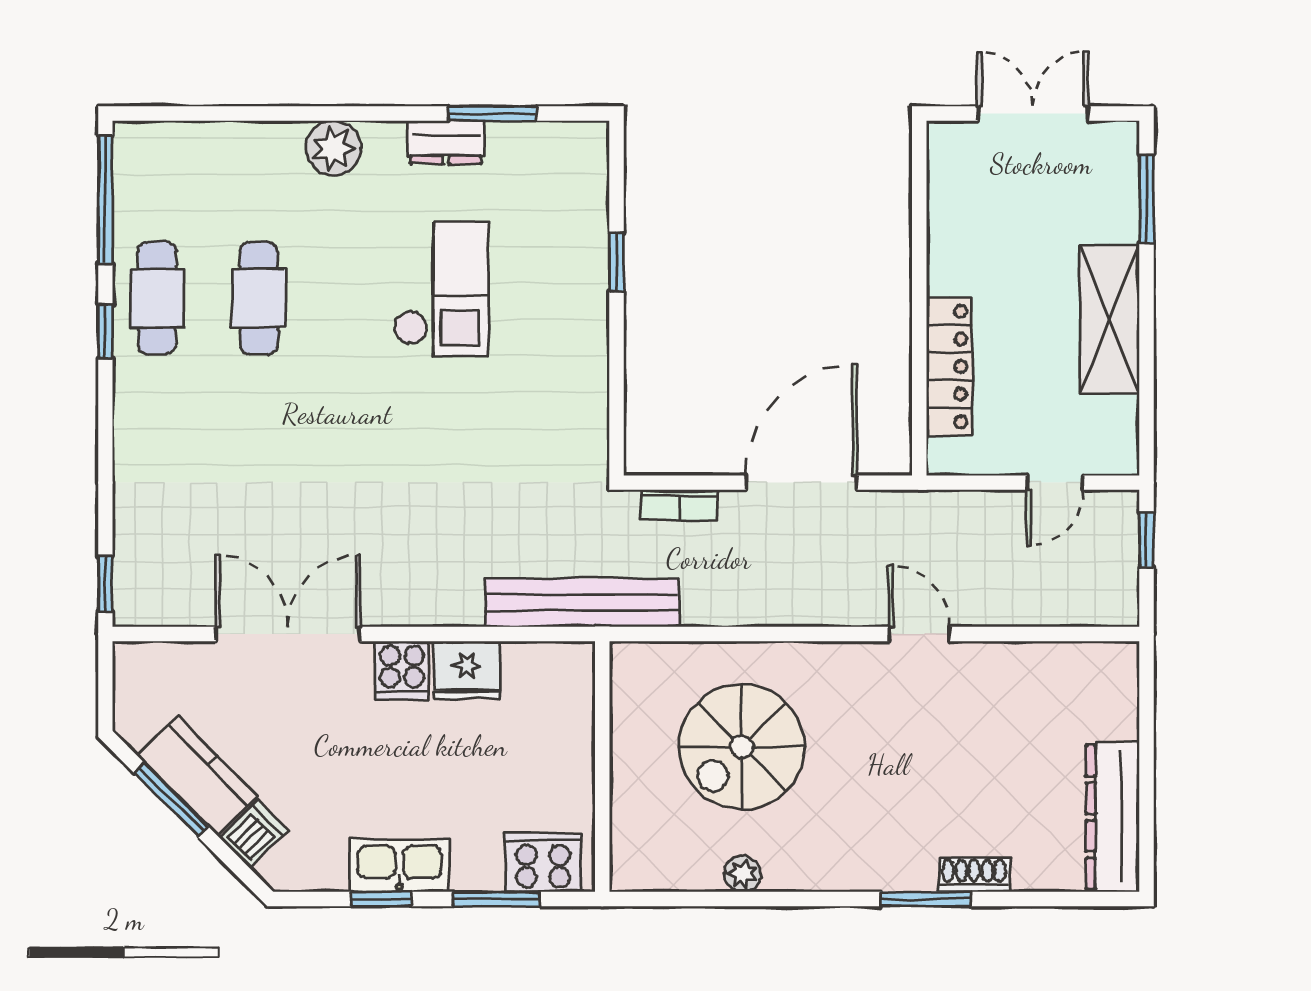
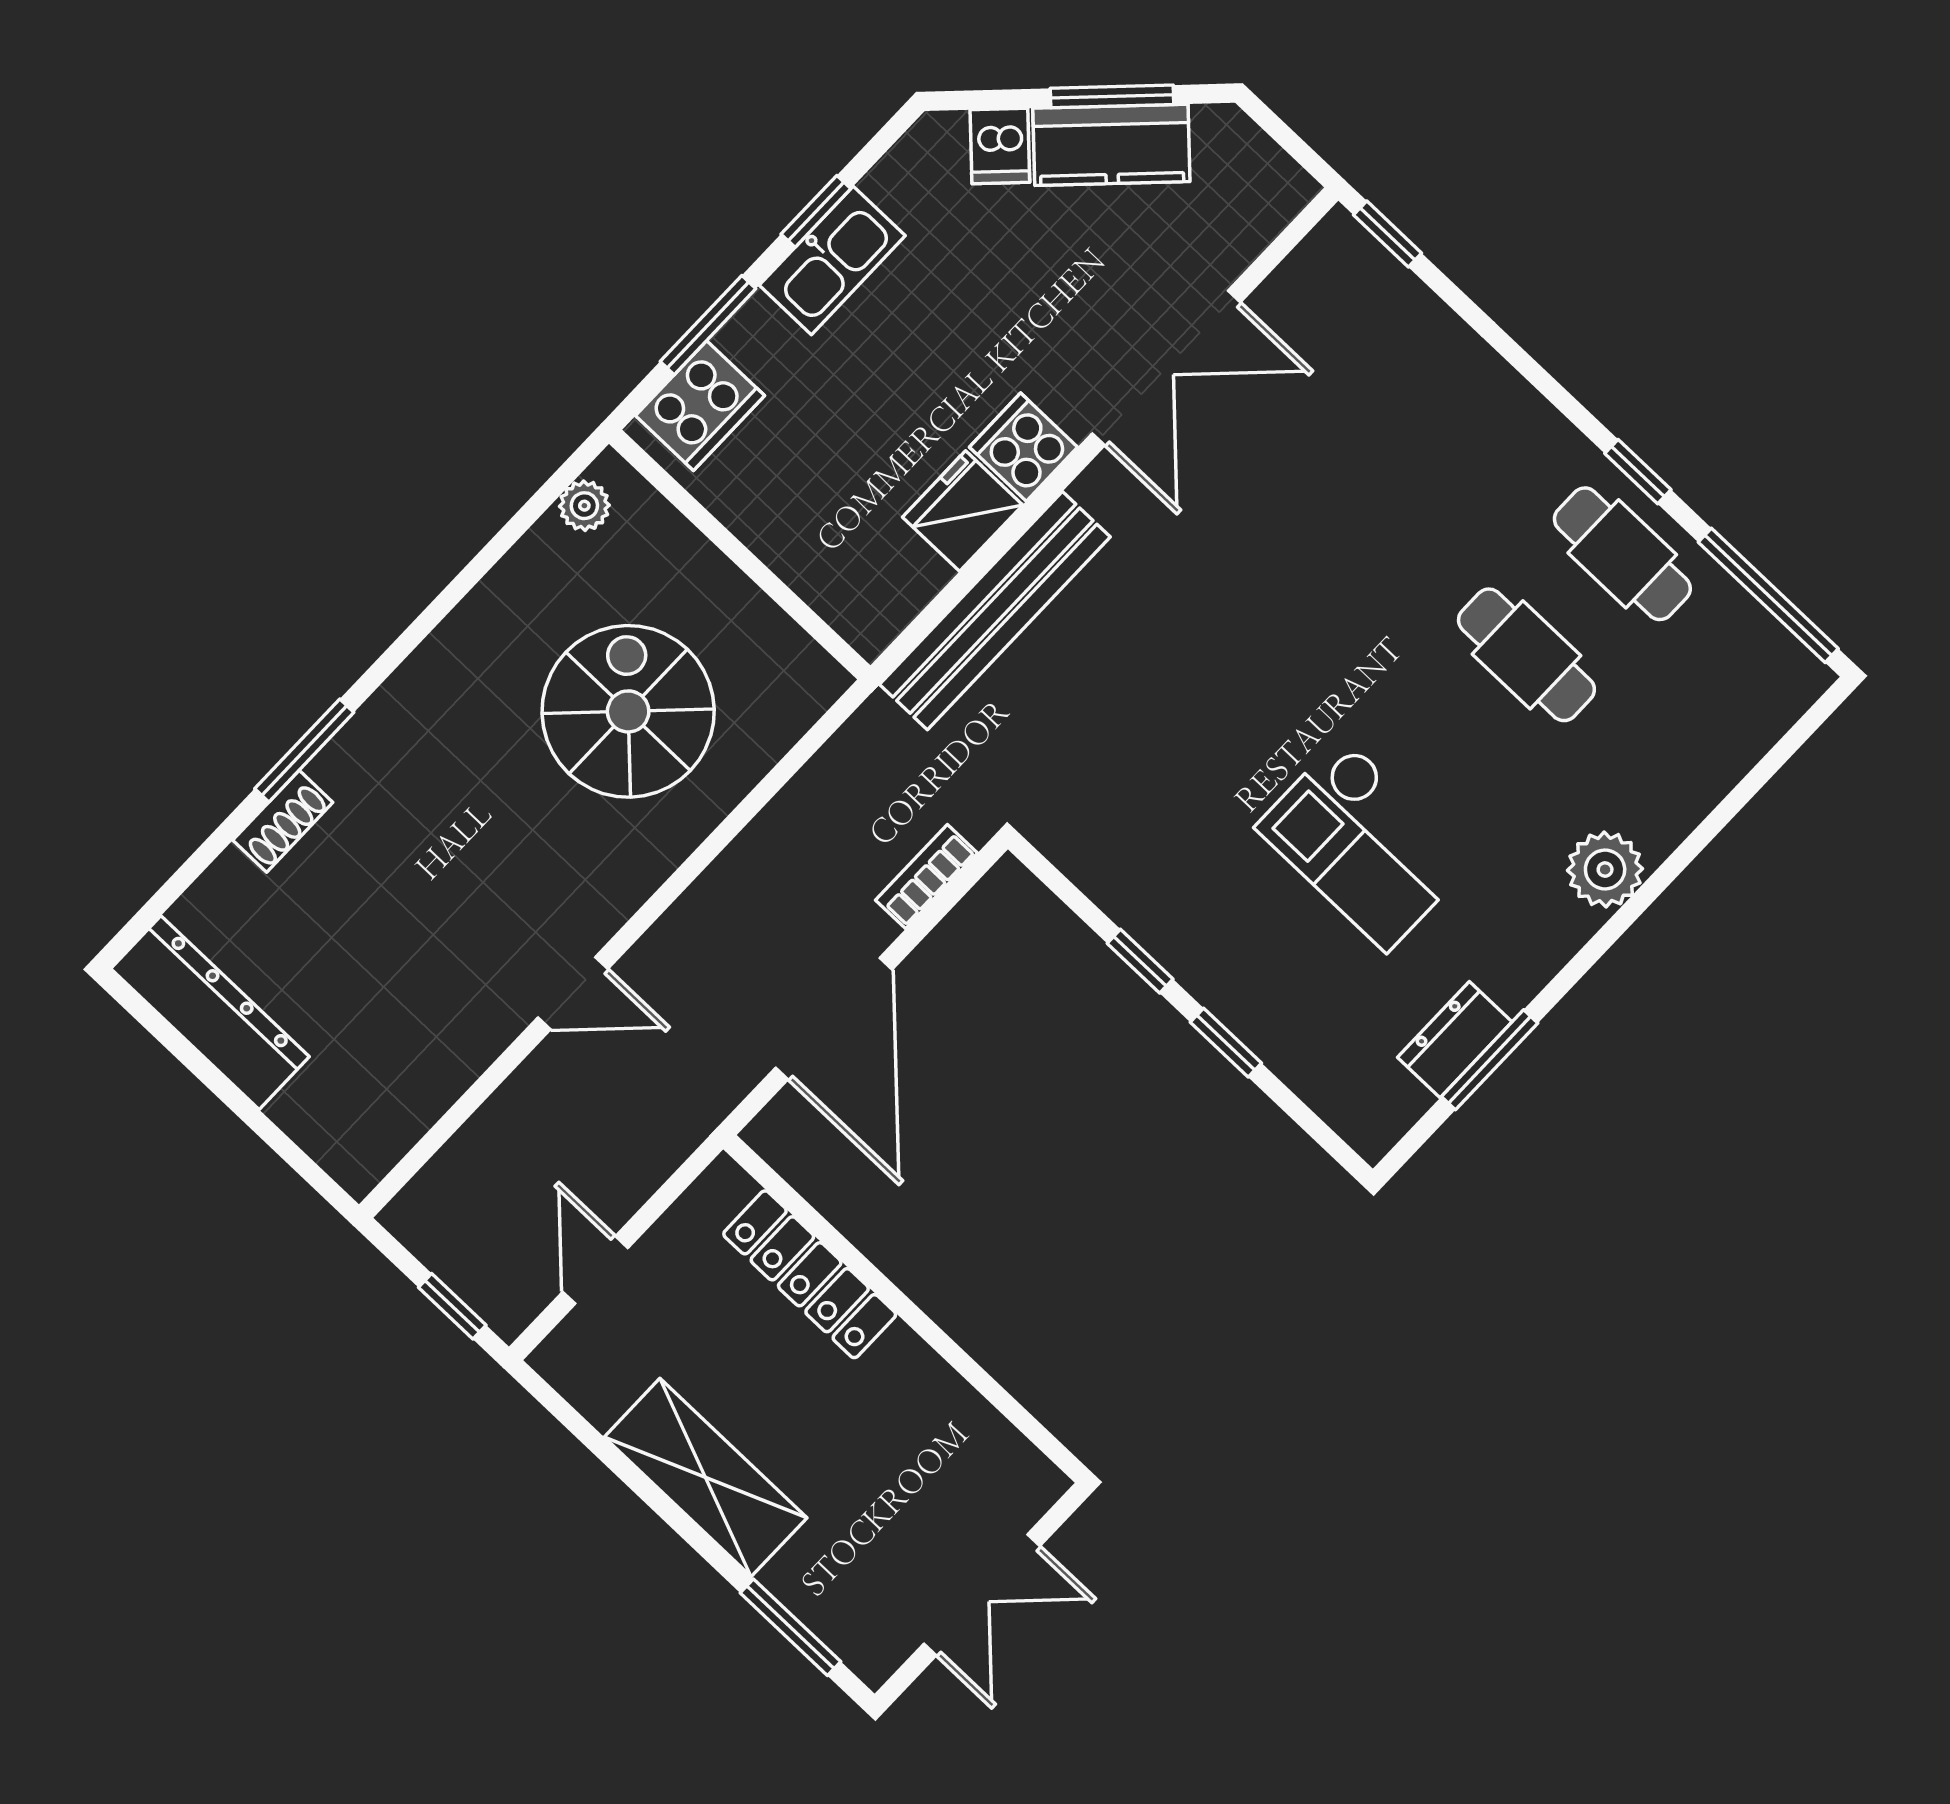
dresser: (446, 142) -> (1455, 1040), moved
window: (616, 349) -> (1140, 961), added
bench: (582, 603) -> (995, 611), moved
plant: (742, 874) -> (584, 506), moved

